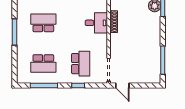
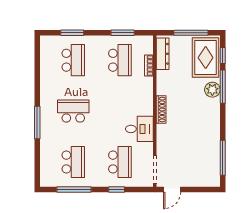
desk: (96, 23) -> (139, 129), moved
school desk: (43, 64) -> (73, 162), turned -90
door: (122, 86) -> (172, 189), hinge flipped

